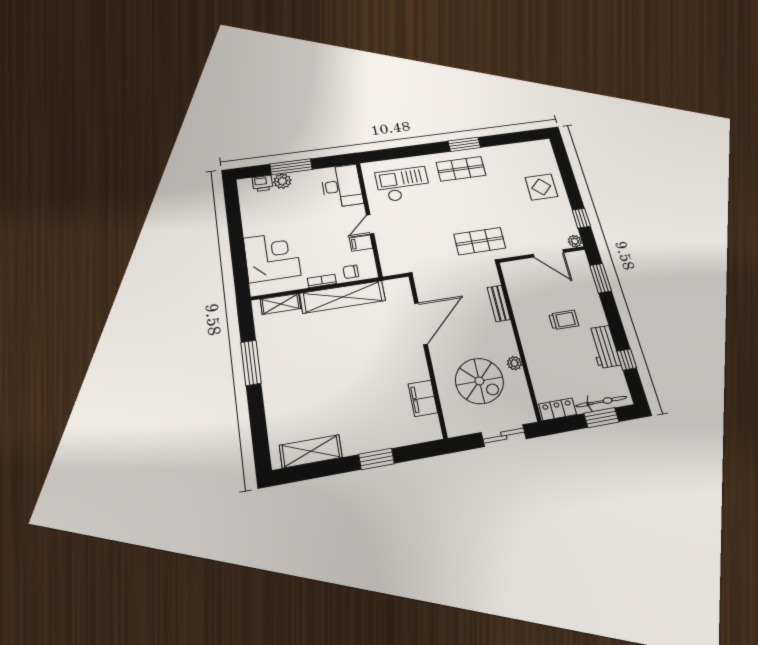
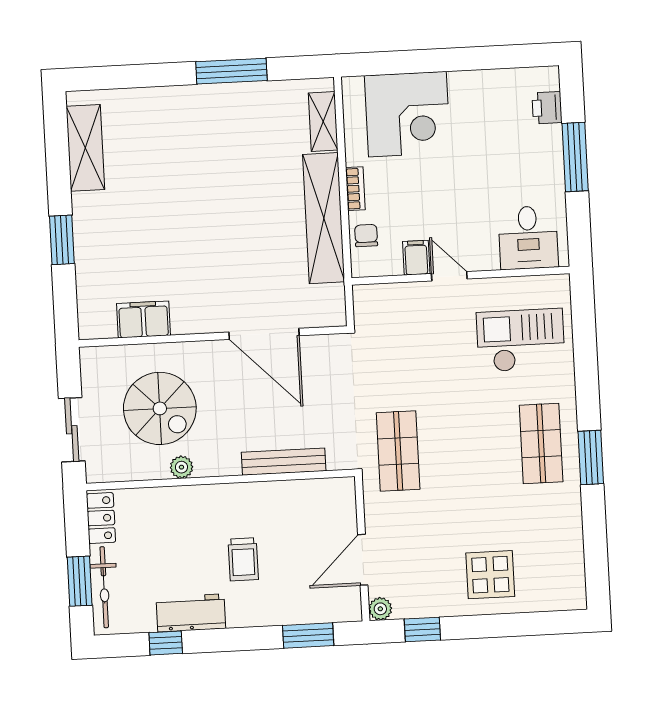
plant: (282, 181) -> (548, 141), removed
checkout: (403, 184) -> (521, 340), turned -90
desk: (342, 186) -> (528, 238), width x0.73
bench: (499, 303) -> (284, 462), width x1.36
spiral stairs: (479, 381) -> (160, 408), turned -90

